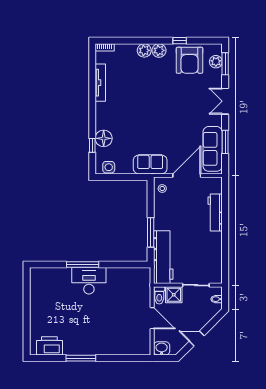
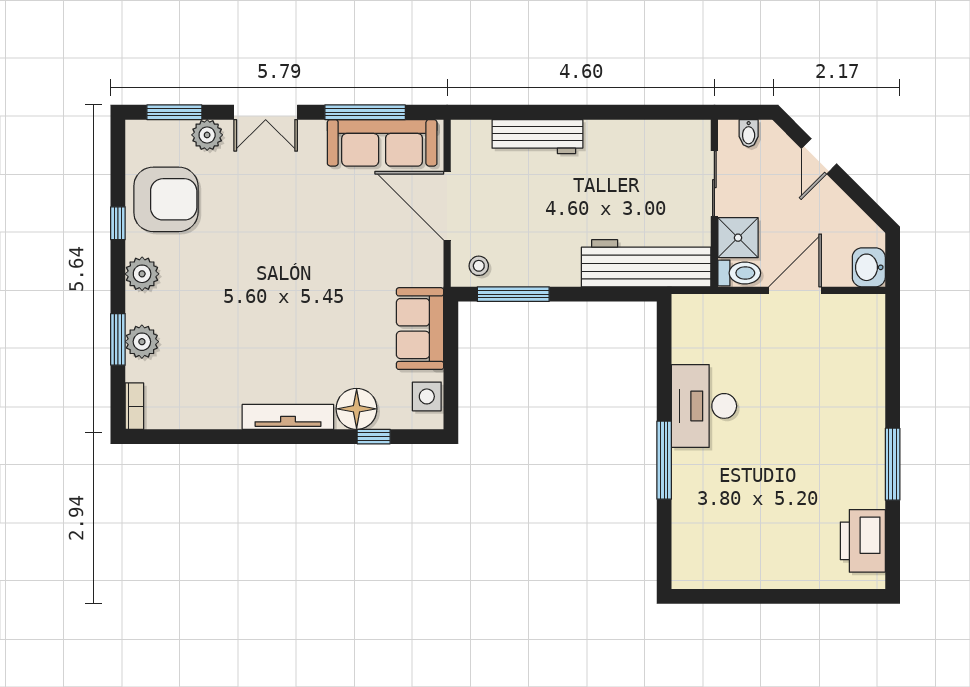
window: (132, 41) -> (118, 339), added
plant: (144, 50) -> (142, 342), moved
plant: (216, 62) -> (207, 135), moved
tv unit: (100, 83) -> (288, 417), moved
window: (225, 142) -> (365, 112), width x1.44
sofa: (150, 164) -> (420, 329), moved
window: (151, 232) -> (513, 294), moved
desk: (89, 281) -> (704, 406), moved
door: (197, 338) -> (819, 156), moved

